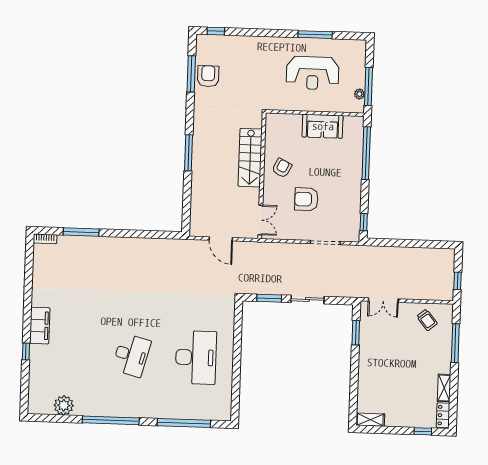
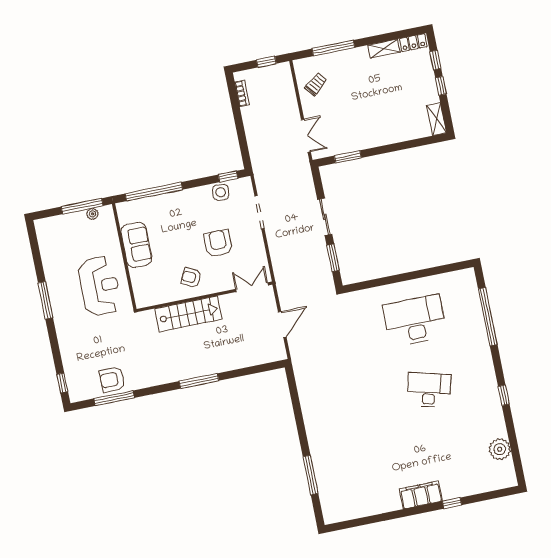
window: (315, 35) -> (46, 300), moved
reception desk: (313, 73) -> (100, 286), moved
armchair: (306, 199) -> (218, 243), turned 180
side table: (351, 212) -> (221, 192), added
bookcase: (45, 239) -> (242, 93), moved
window: (111, 420) -> (504, 395), width x0.32
window: (399, 430) -> (441, 86), added

